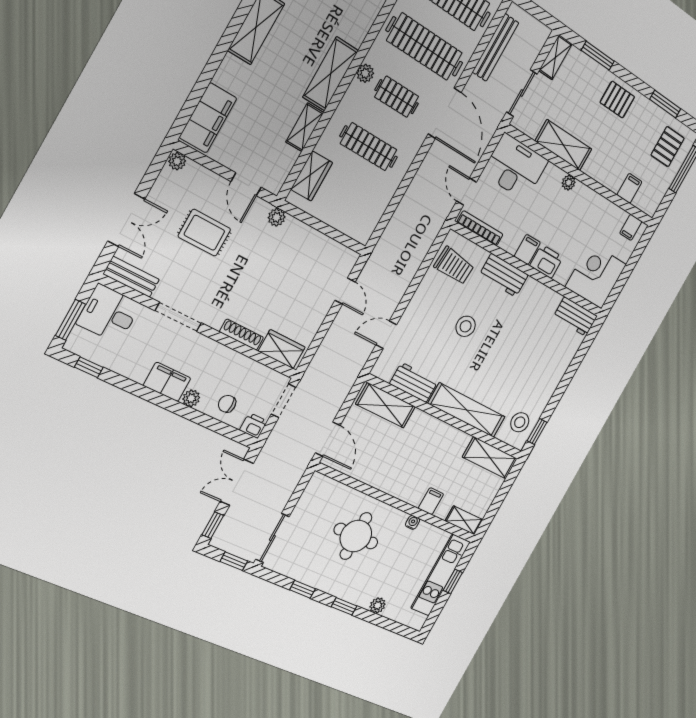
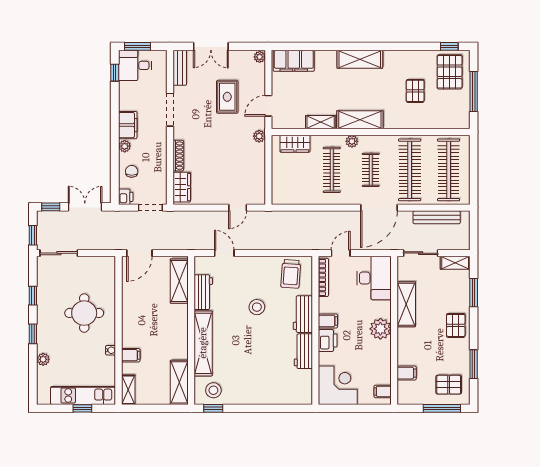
plant: (365, 73) -> (352, 141), moved
plant: (569, 183) -> (380, 329), width x1.88, depth x1.88
desk: (109, 314) -> (135, 65), moved, turned -90
workbench: (575, 317) -> (303, 351), moved

